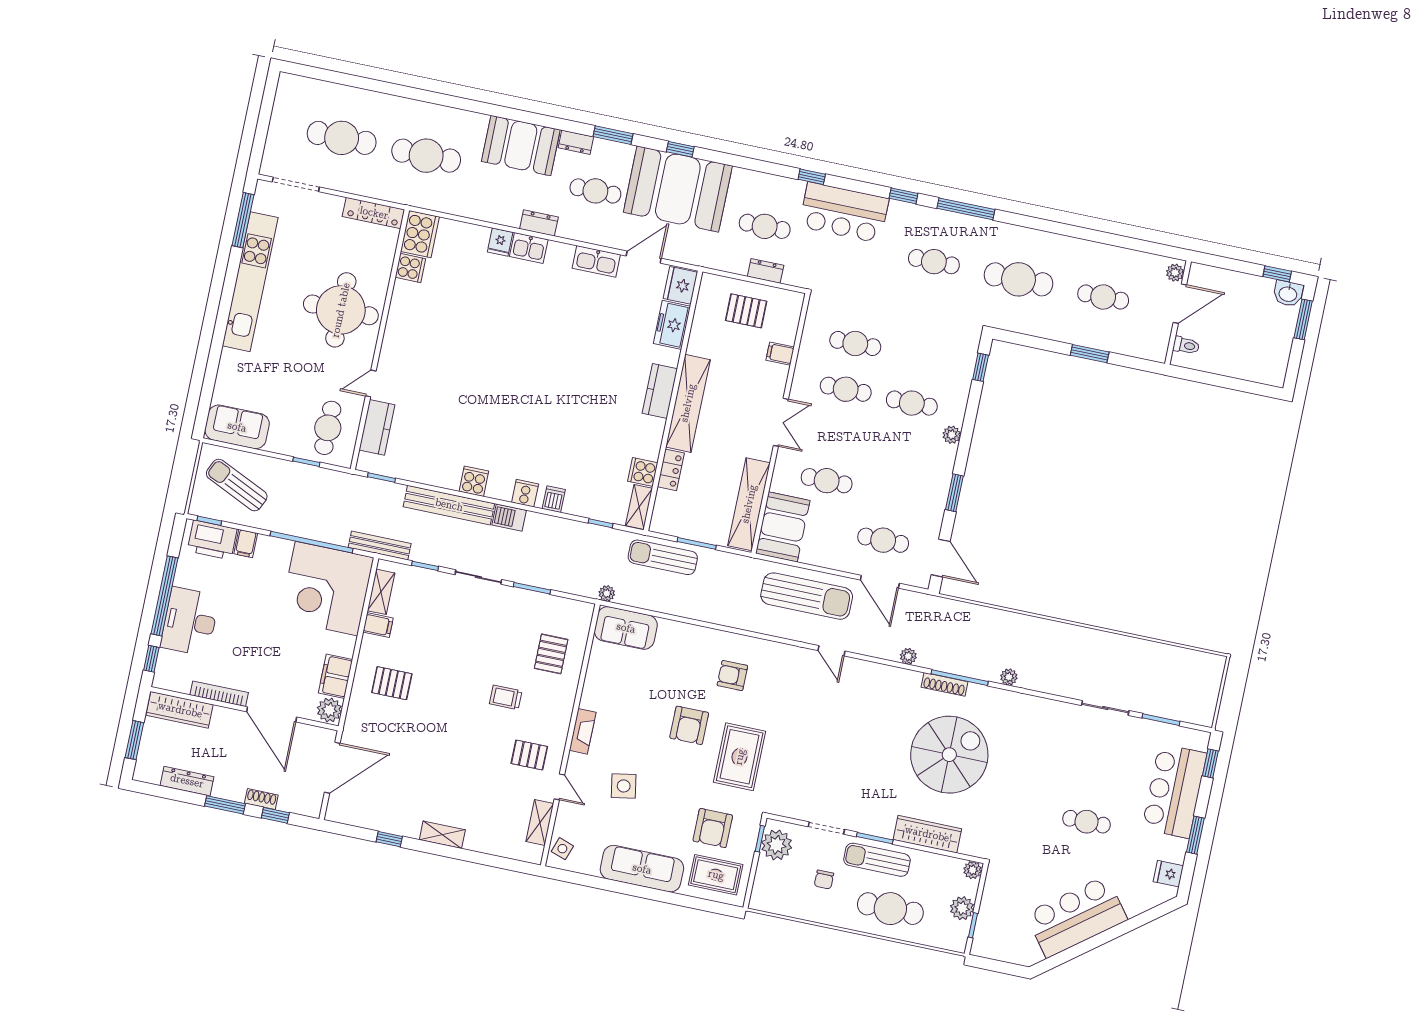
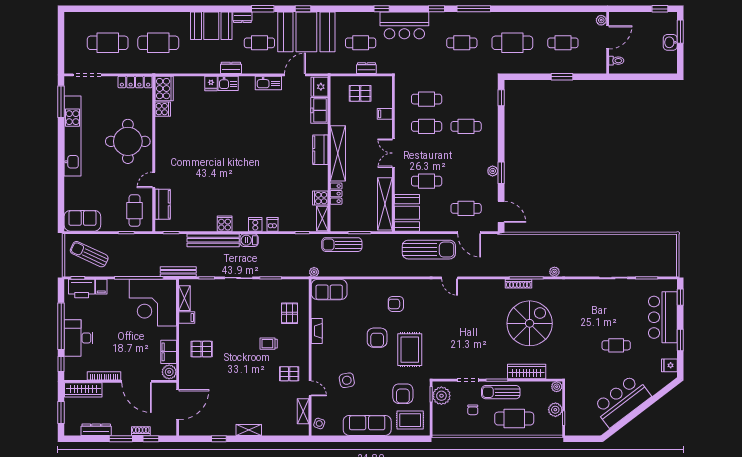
washbasin: (1288, 294) -> (670, 42), moved, turned 90
double door: (781, 422) -> (393, 153), swing flipped
plant: (952, 435) -> (493, 171), moved
plant: (908, 656) -> (494, 272), removed
fireplace: (583, 731) -> (317, 331), moved

